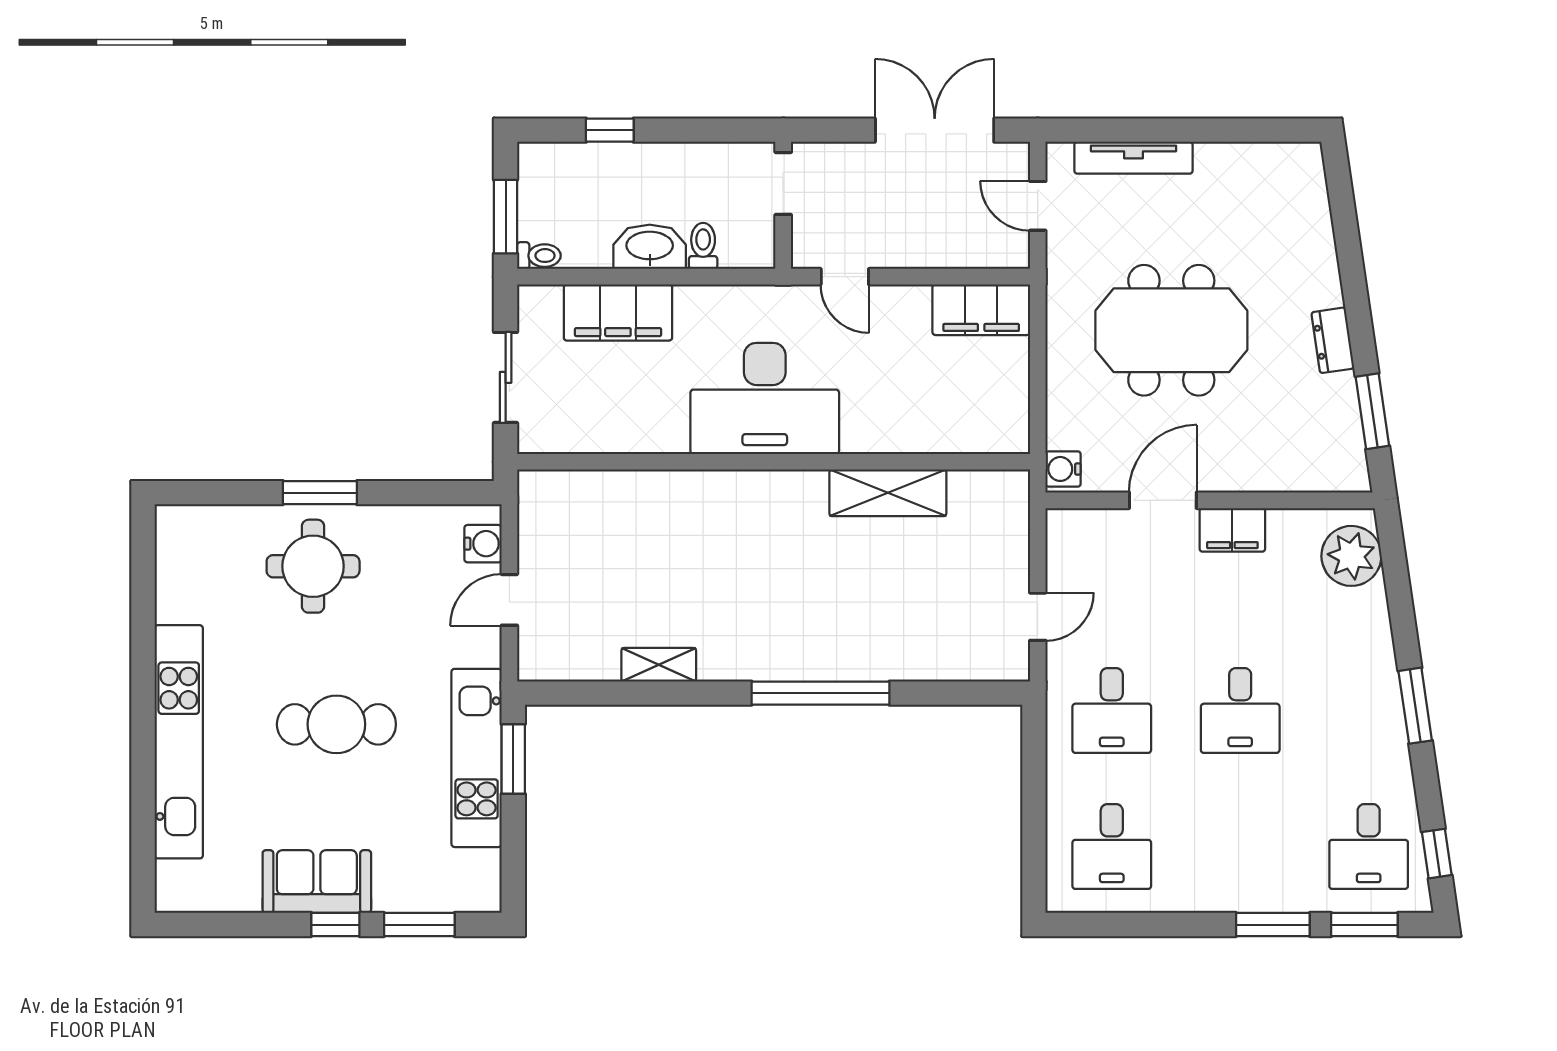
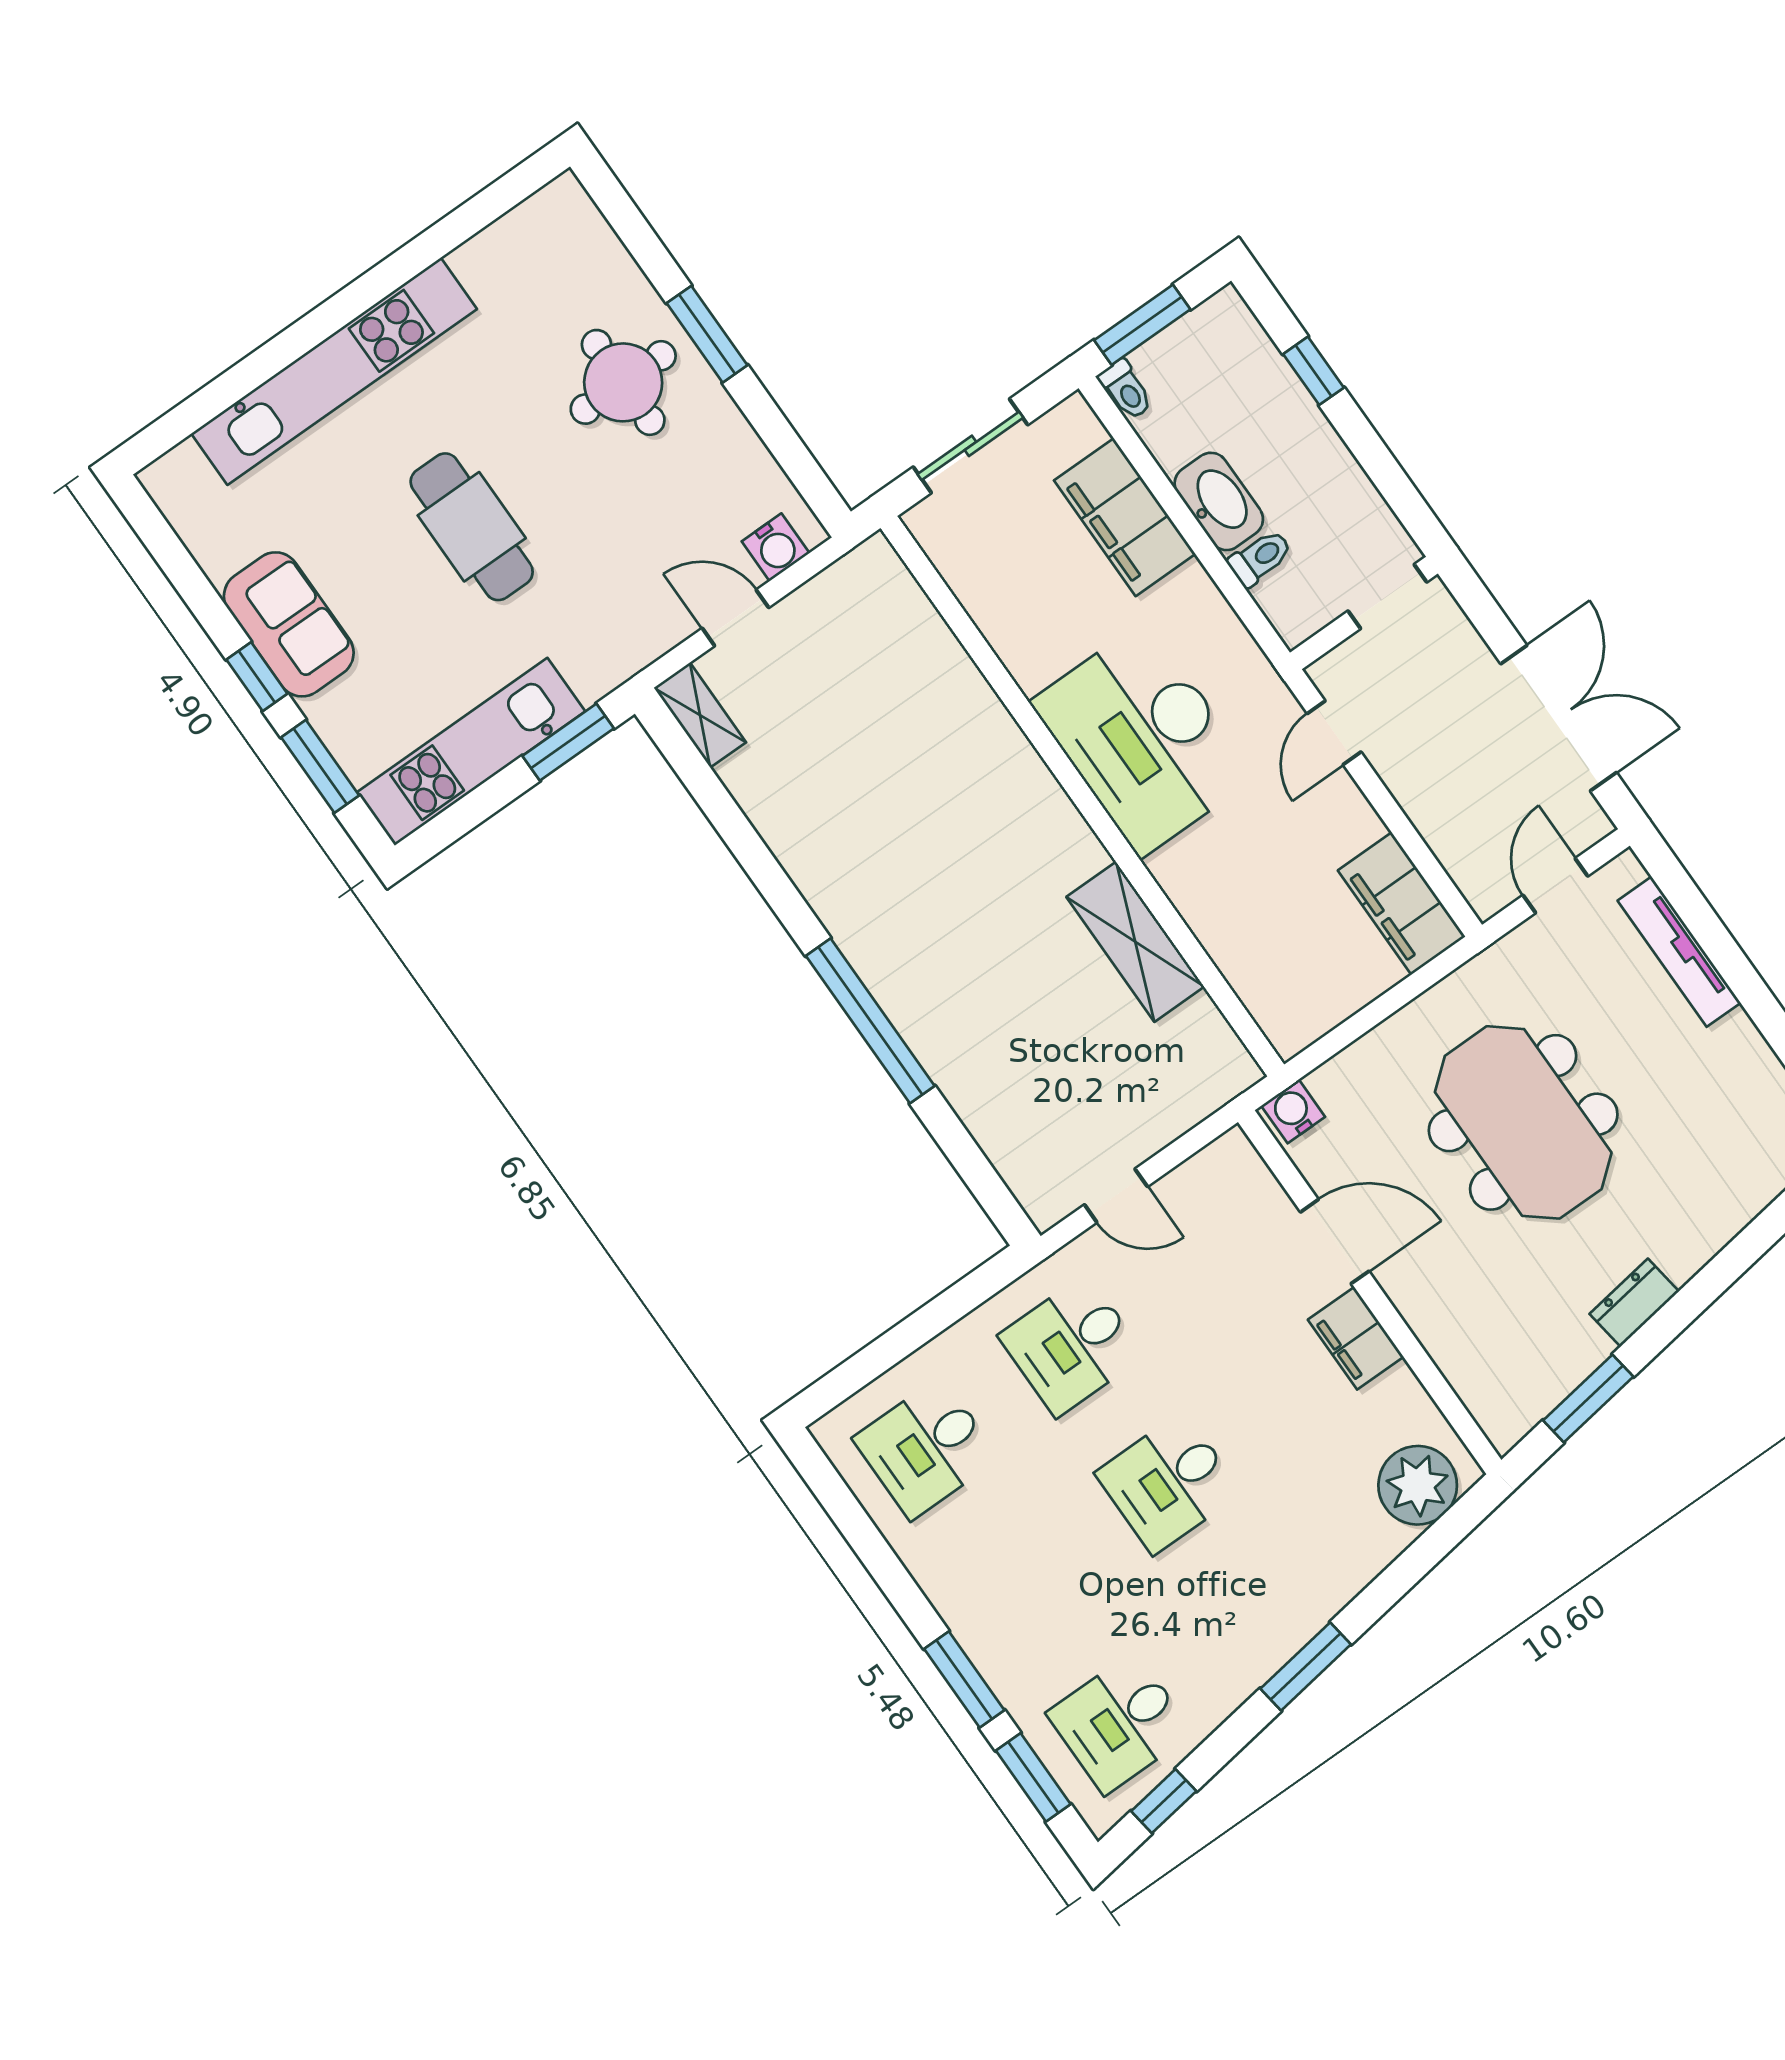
shelving: (659, 665) -> (700, 715), moved
kitchen unit: (477, 758) -> (471, 752), moved

